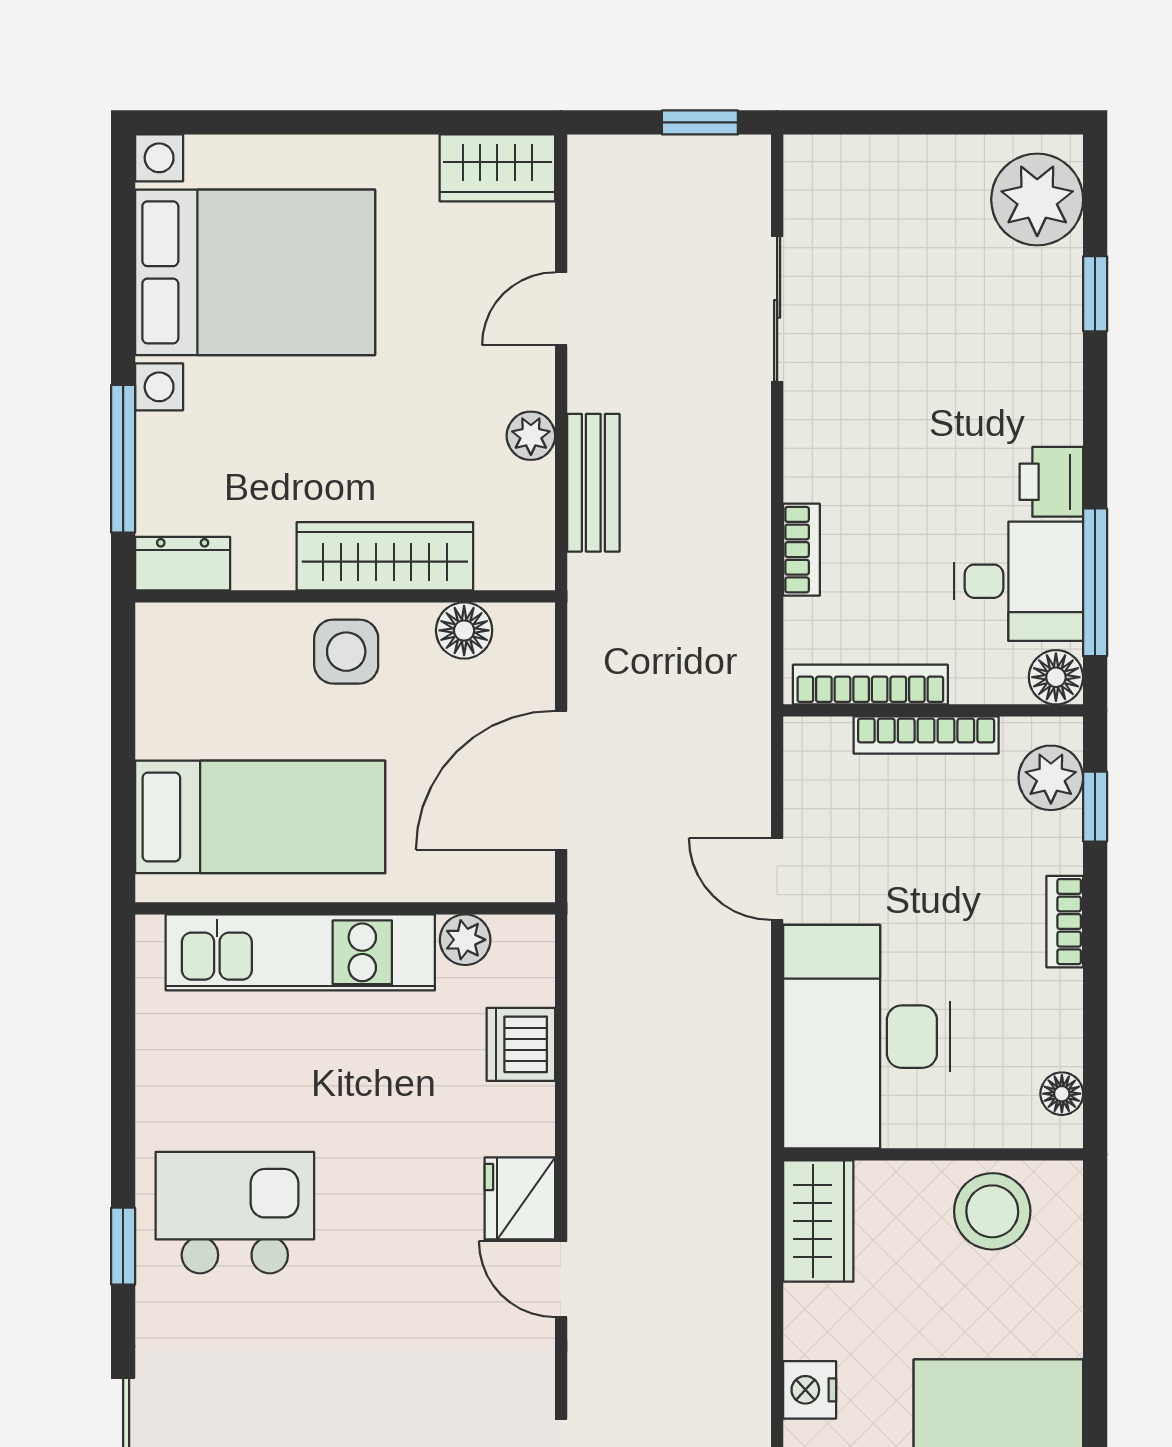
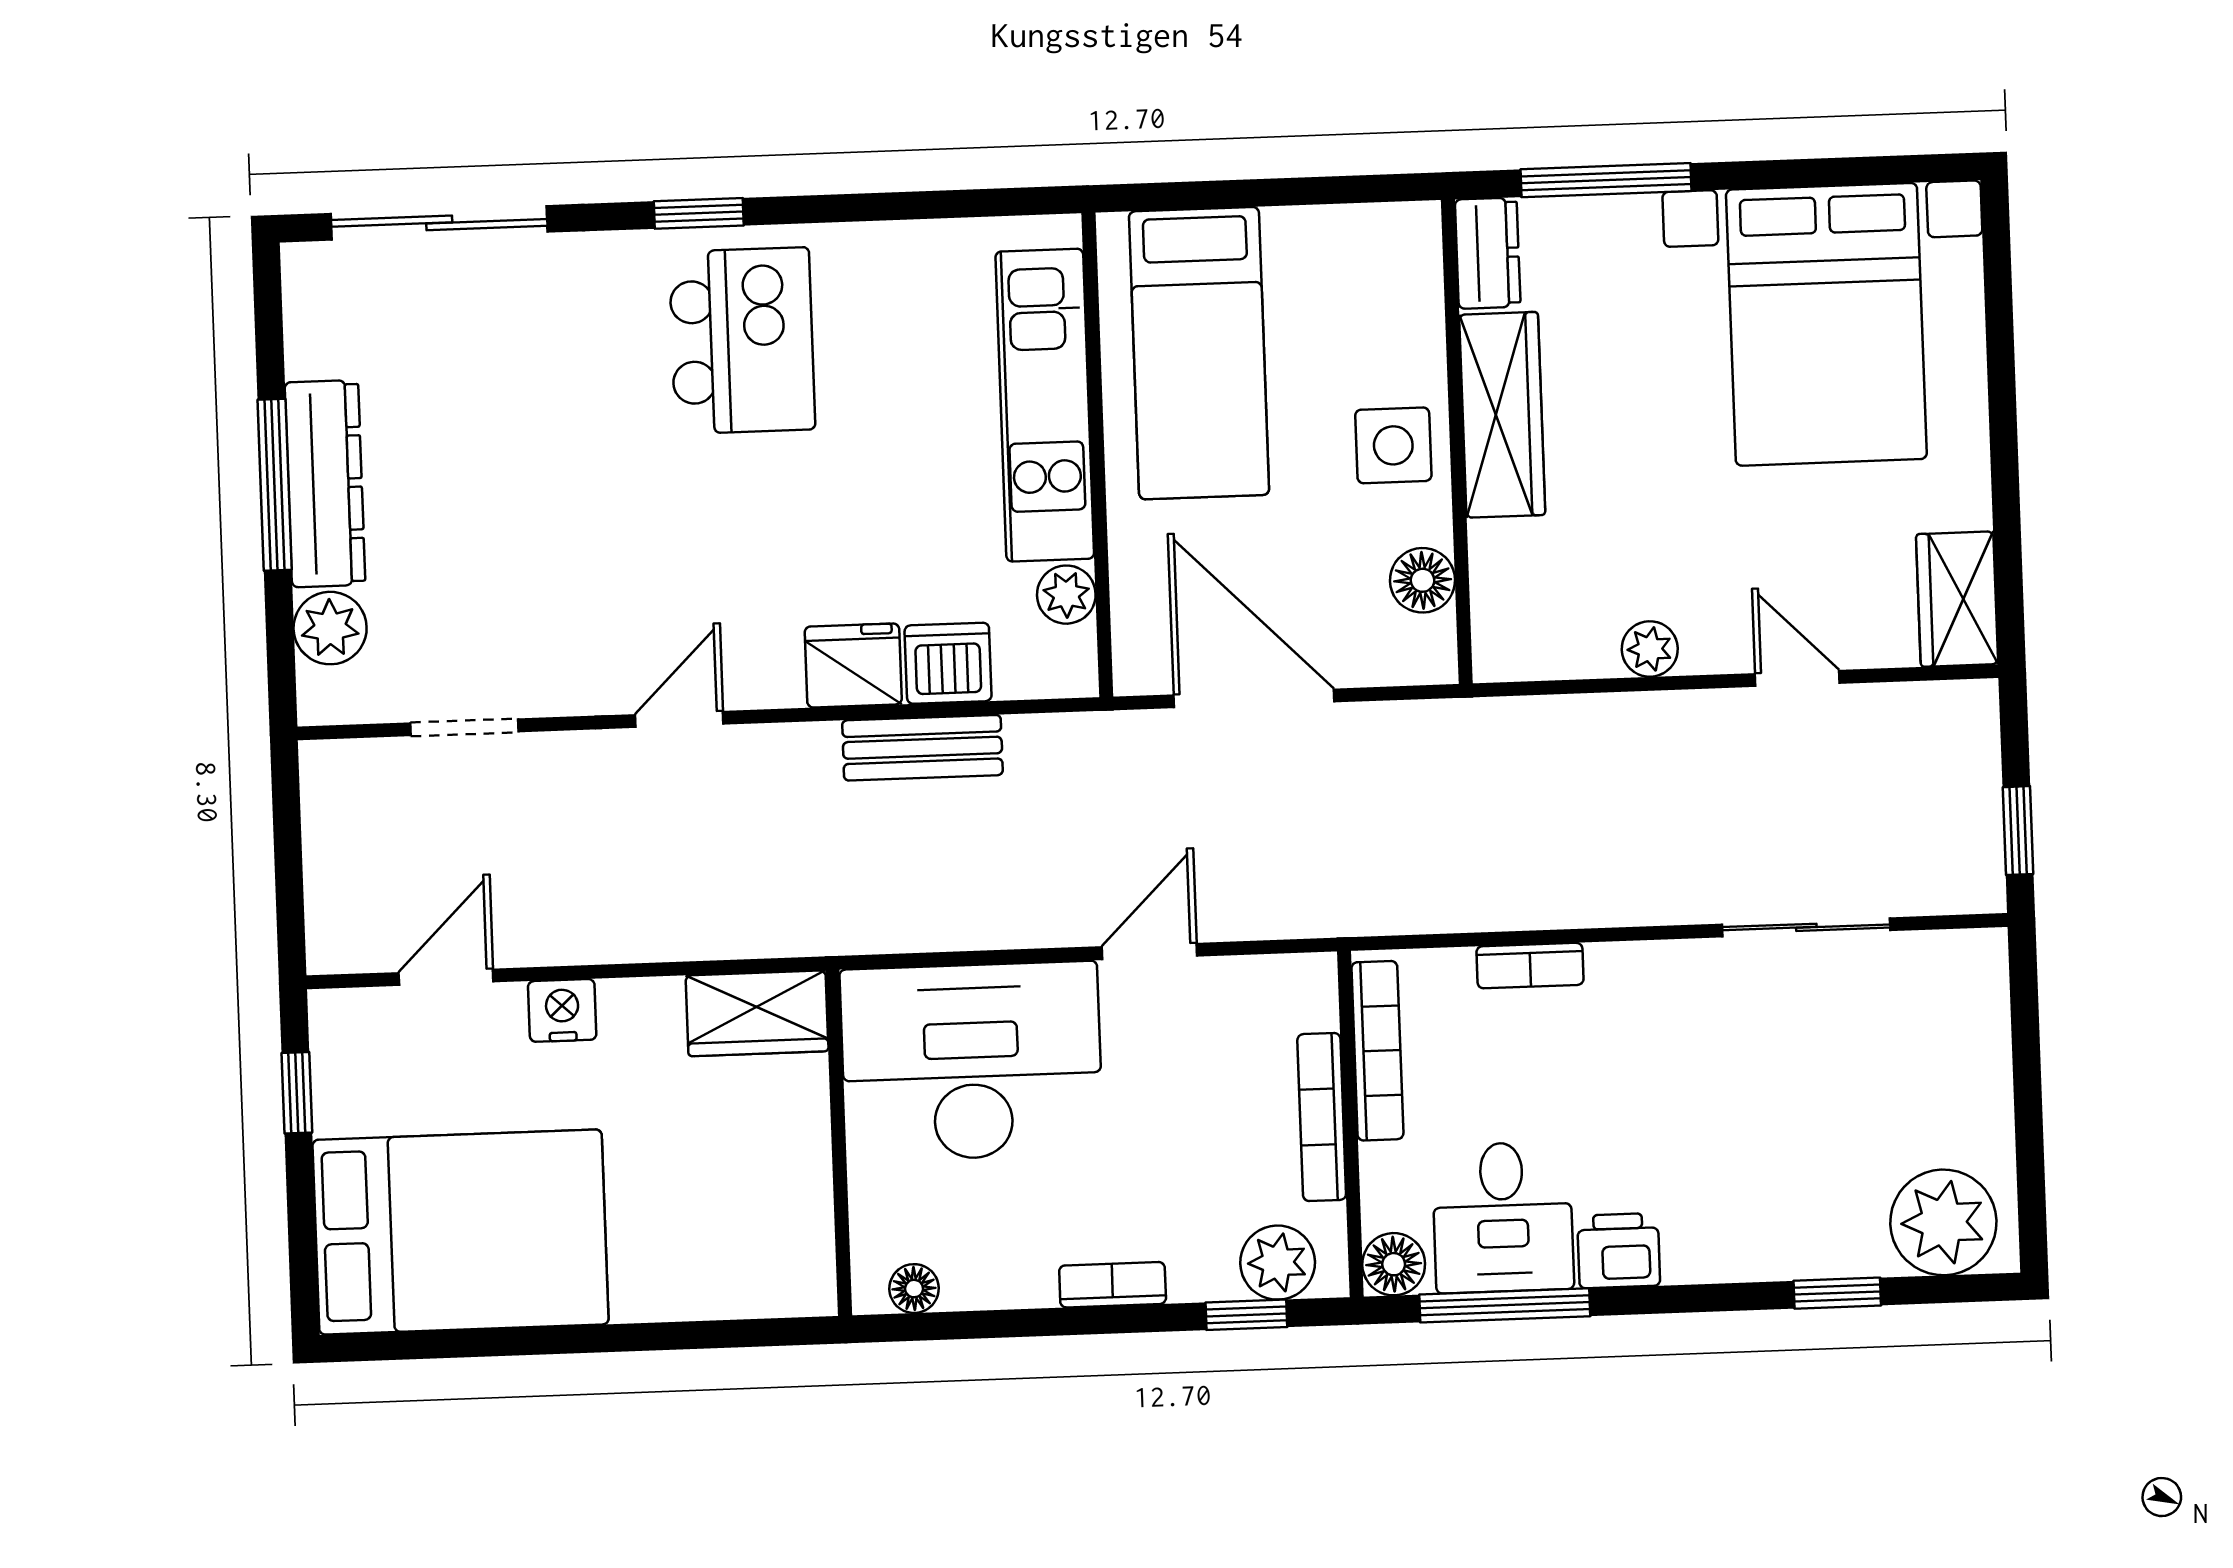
bench: (593, 483) -> (922, 748), moved
wardrobe: (385, 556) -> (1502, 415), moved
fridge: (520, 1198) -> (853, 665), moved
stool: (992, 1211) -> (776, 1213), removed

